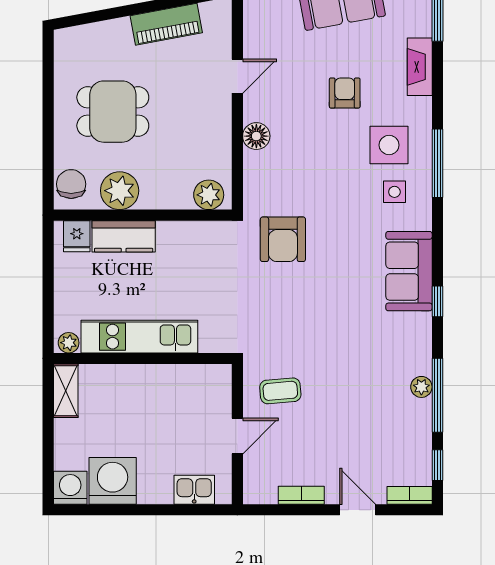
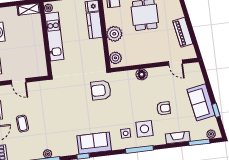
door: (237, 76) -> (176, 63), moved
plant: (120, 191) -> (114, 34), moved
coffee table: (280, 391) -> (22, 124), moved

